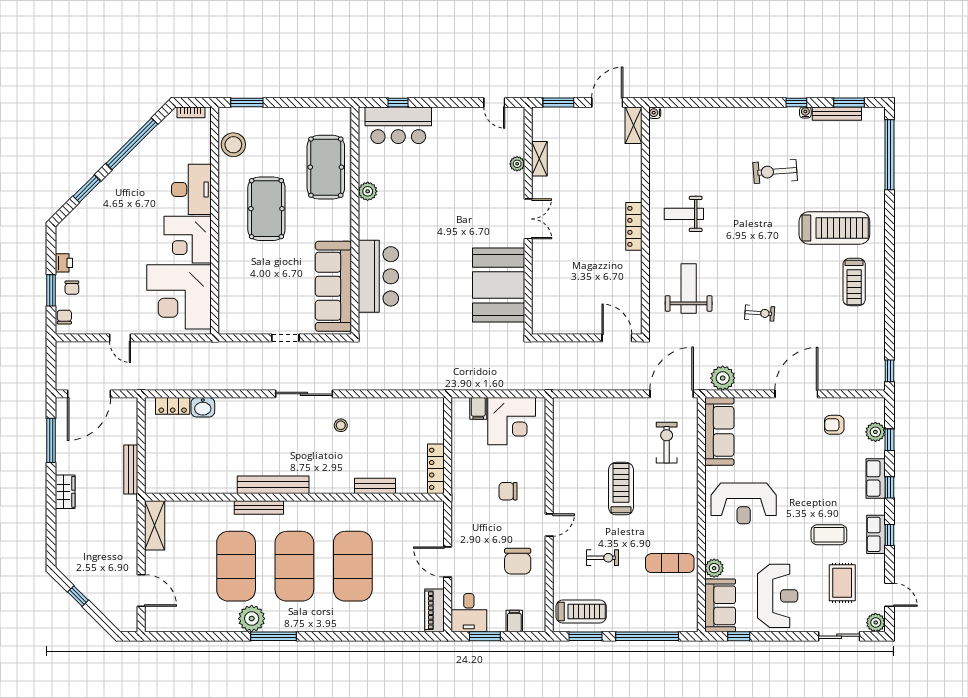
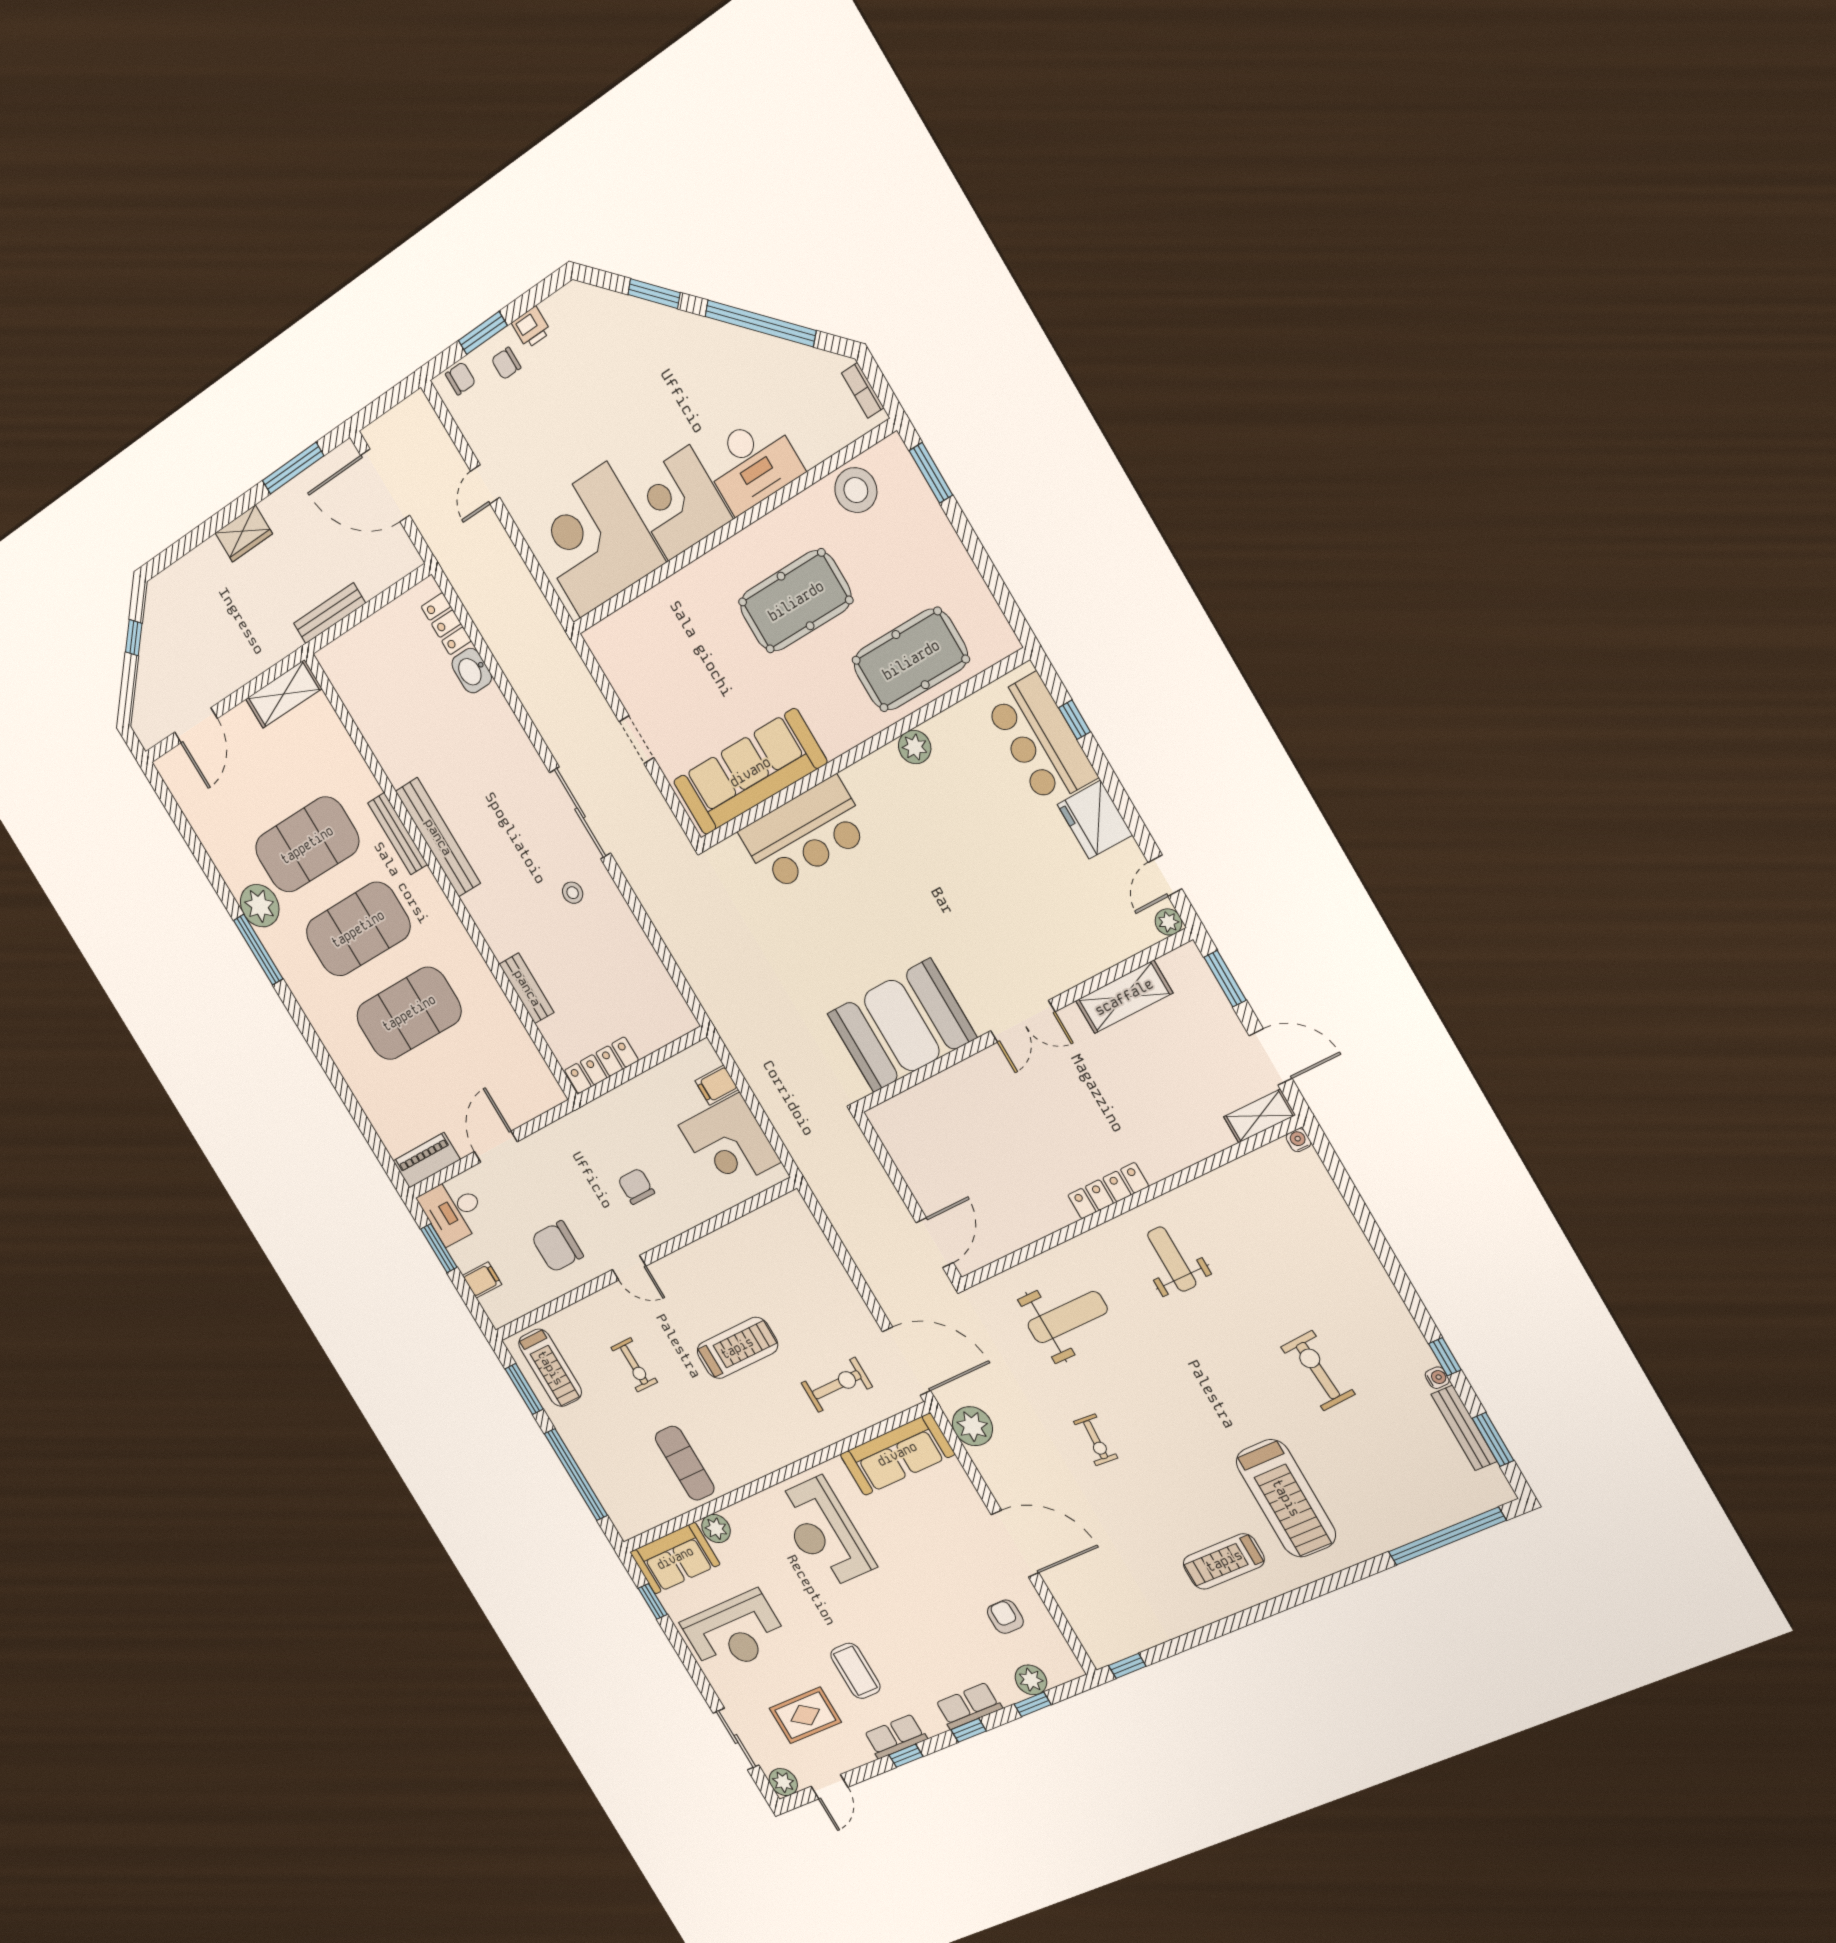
fridge: (450, 121) -> (1095, 820), added
shelving: (539, 159) -> (1124, 997), width x1.50, depth x1.33
plant: (517, 164) -> (1168, 922), moved

